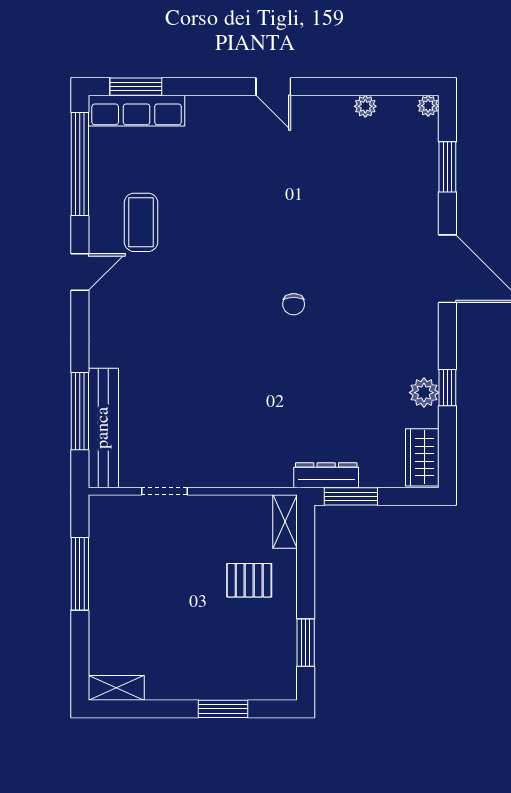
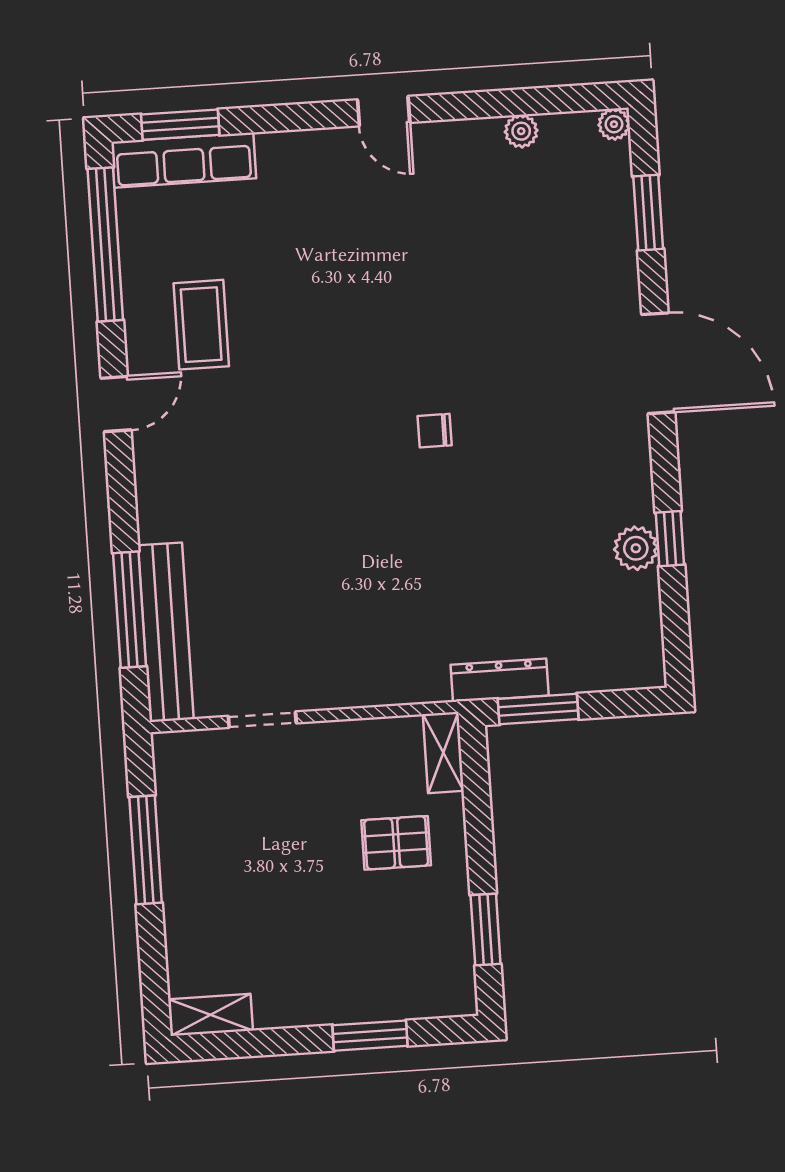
chair: (294, 304) -> (435, 431), turned 90
wardrobe: (422, 457) -> (640, 644), removed

